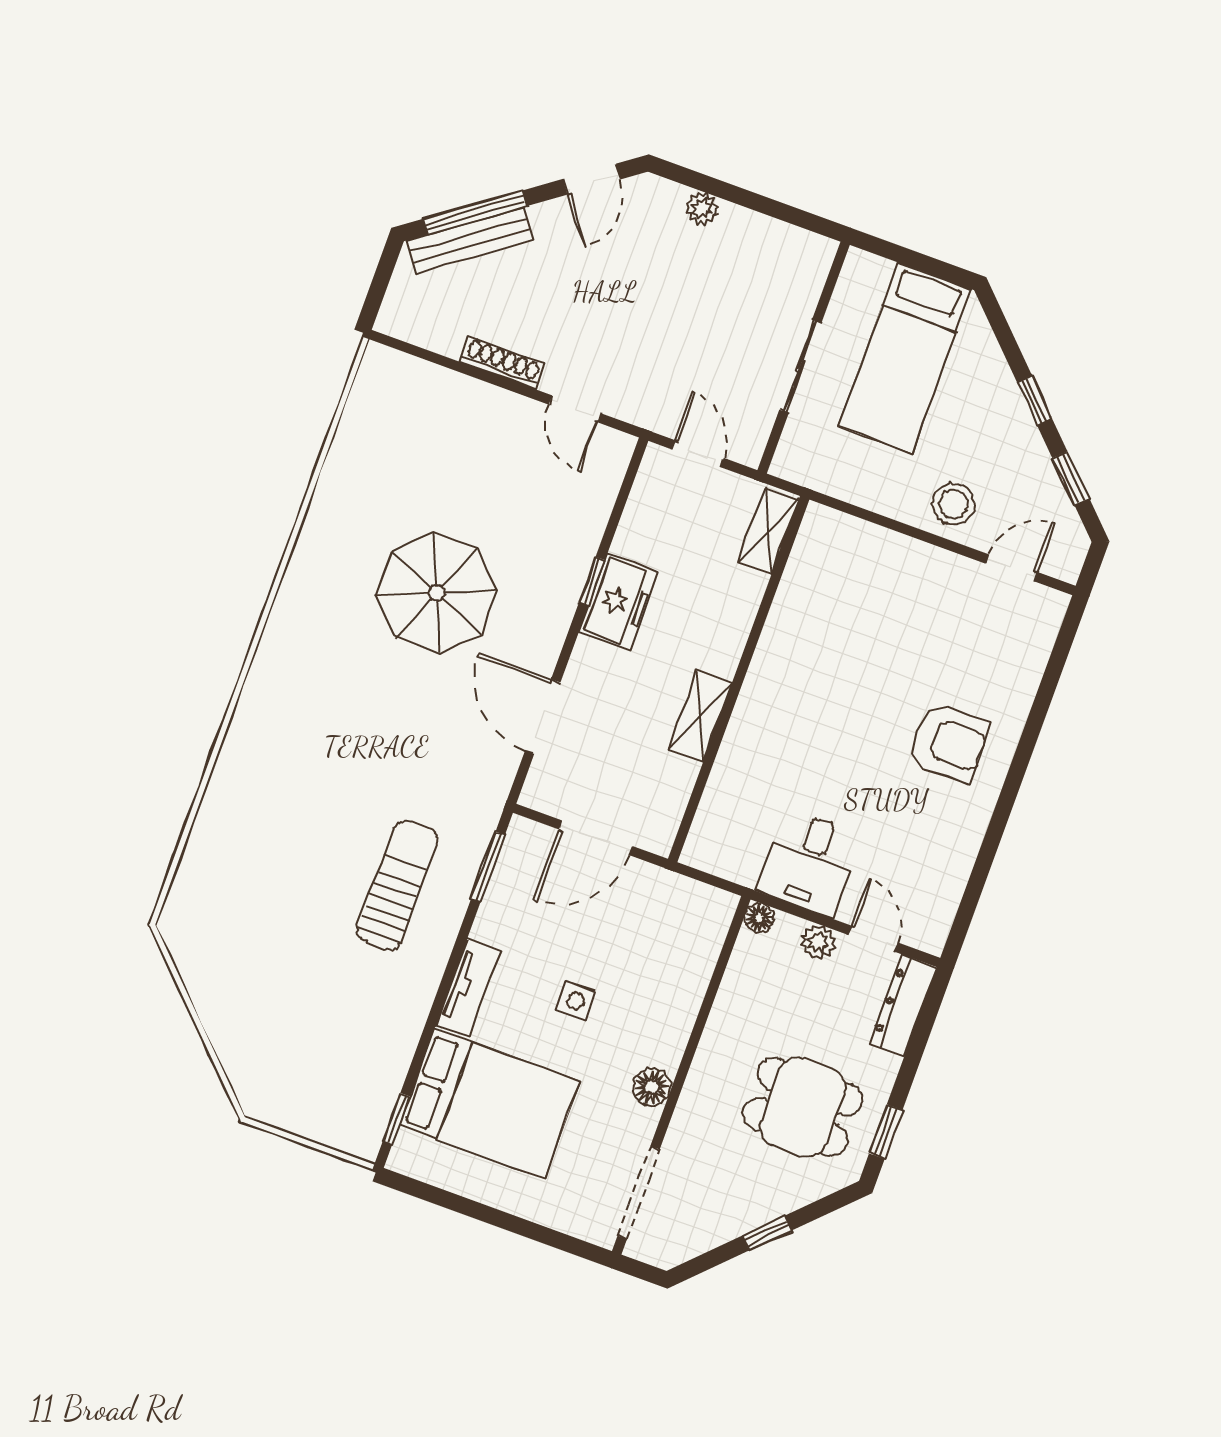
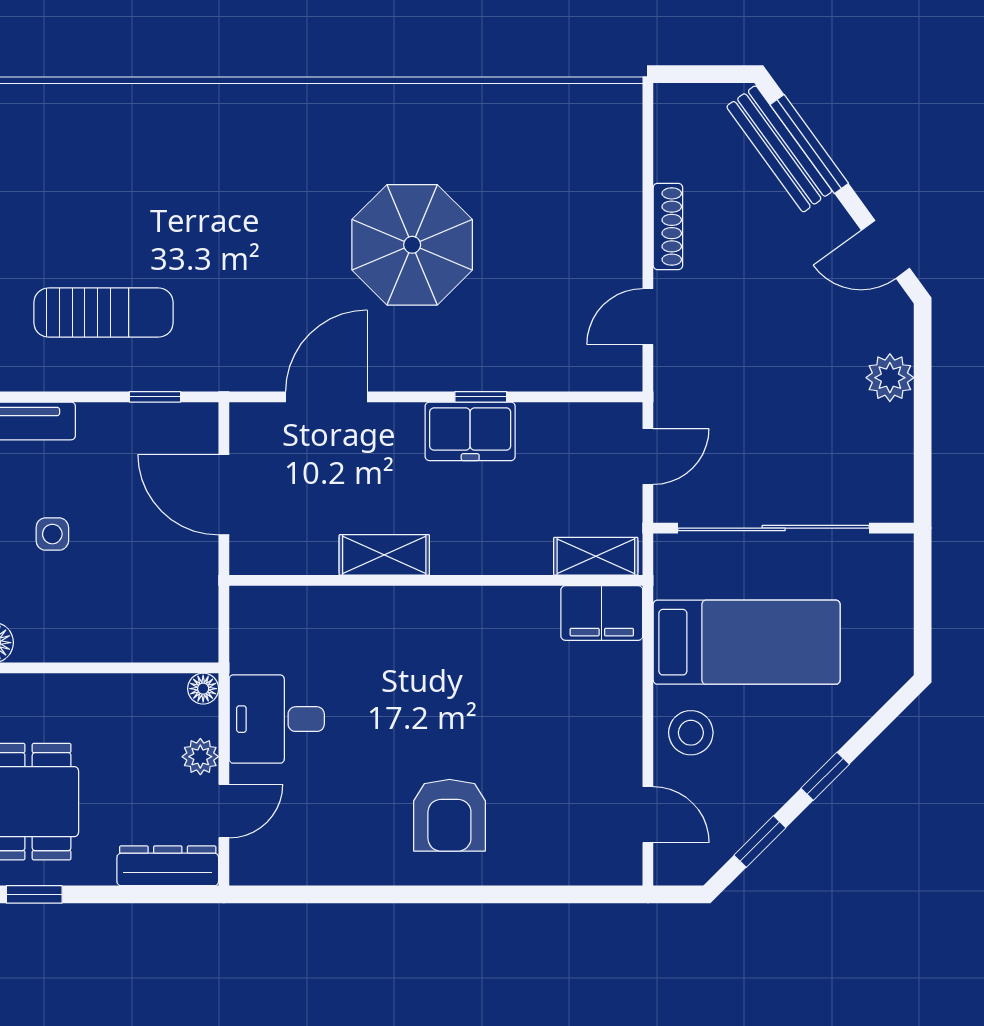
plant: (702, 208) -> (890, 378), width x1.38, depth x1.38
bed: (905, 358) -> (747, 642), moved, turned 180
sliding door: (800, 366) -> (774, 528), width x1.86
filing cabinet: (820, 544) -> (602, 613), added
window: (488, 867) -> (155, 397), width x0.67

